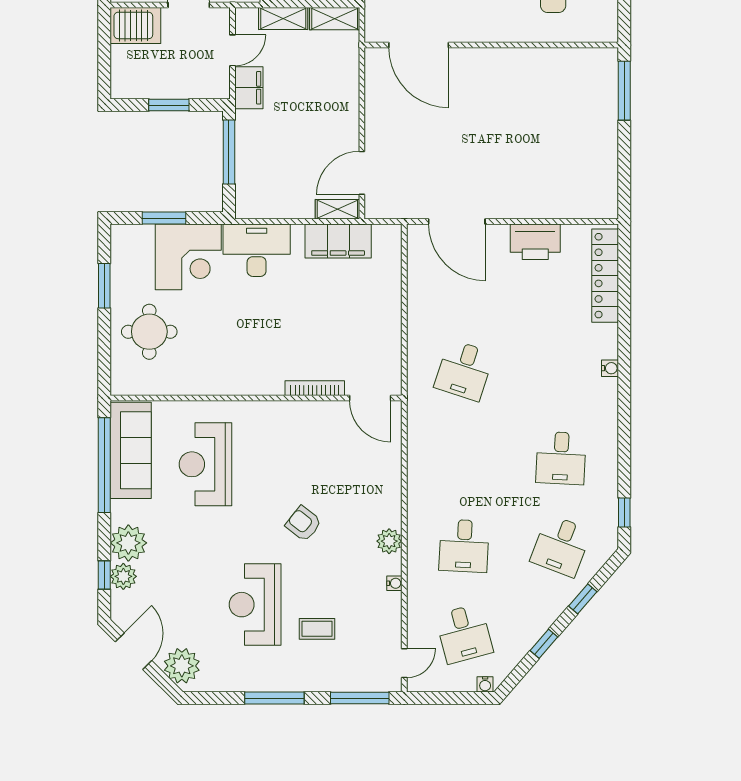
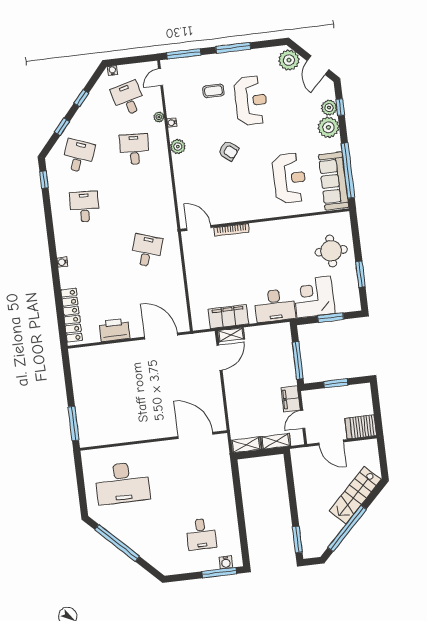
plant: (415, 595) -> (159, 117), added

